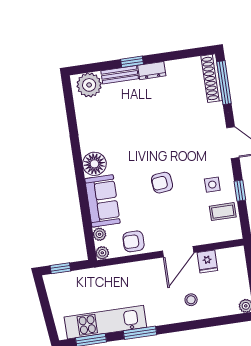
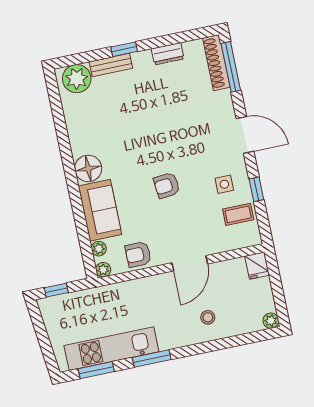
dresser: (152, 71) -> (168, 54), moved
fridge: (207, 261) -> (257, 266), moved

